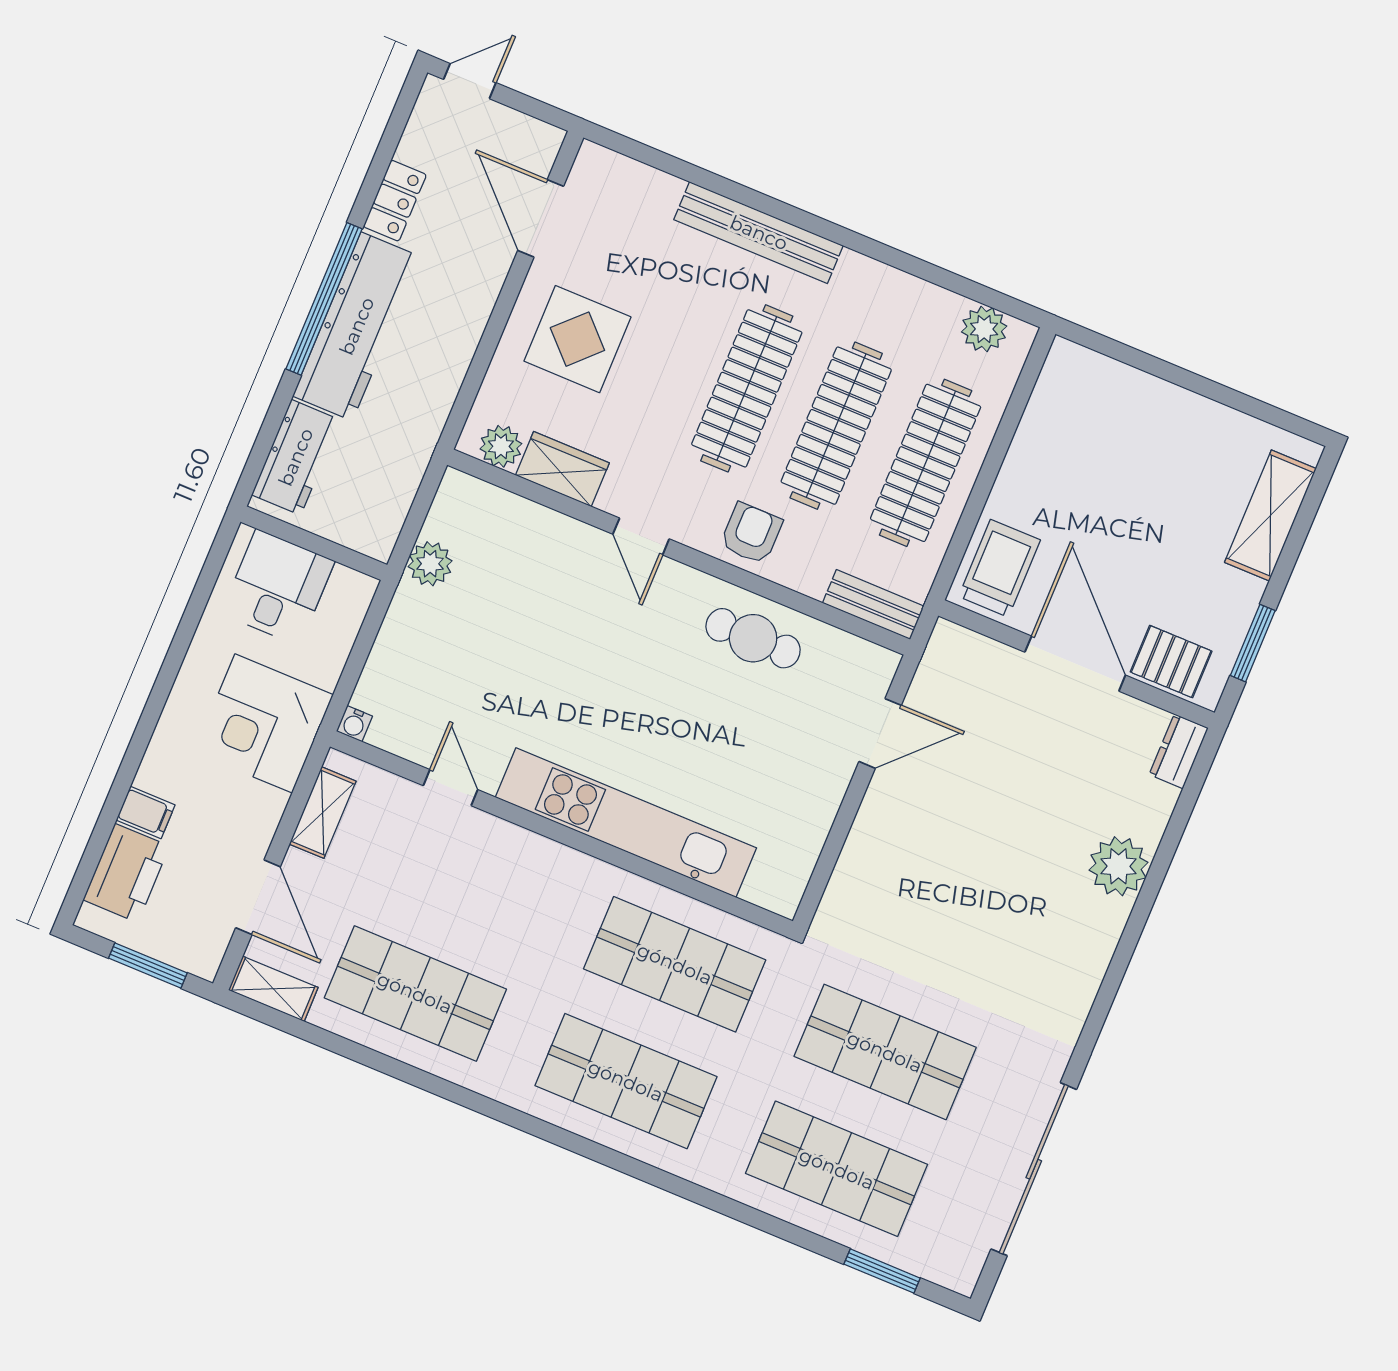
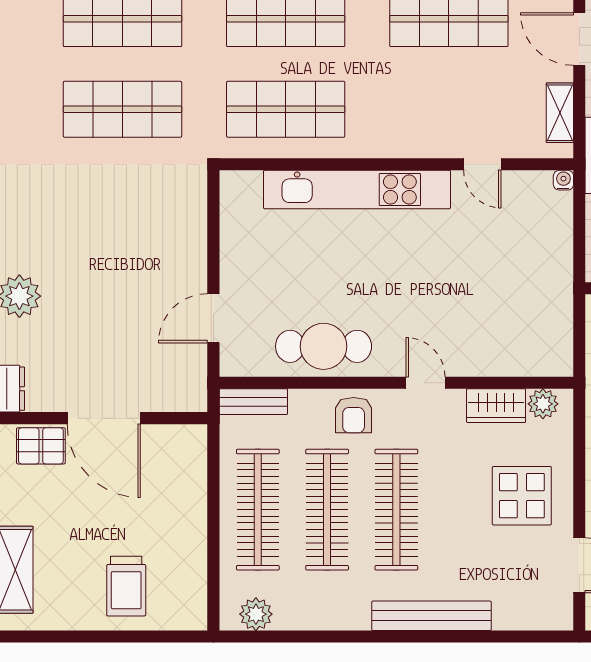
plant: (430, 564) -> (557, 307), removed
trolley: (999, 568) -> (126, 586), moved
cafe table: (753, 638) -> (324, 346), width x1.37, depth x1.35

